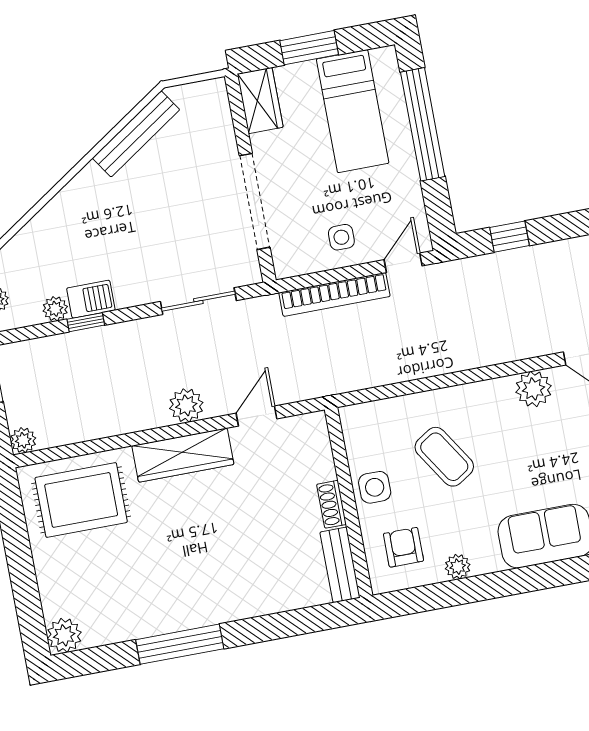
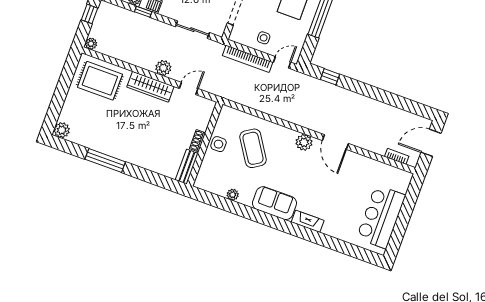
coffee table: (444, 457) -> (253, 148), width x1.36, depth x1.32
armchair: (403, 547) -> (216, 174), removed

